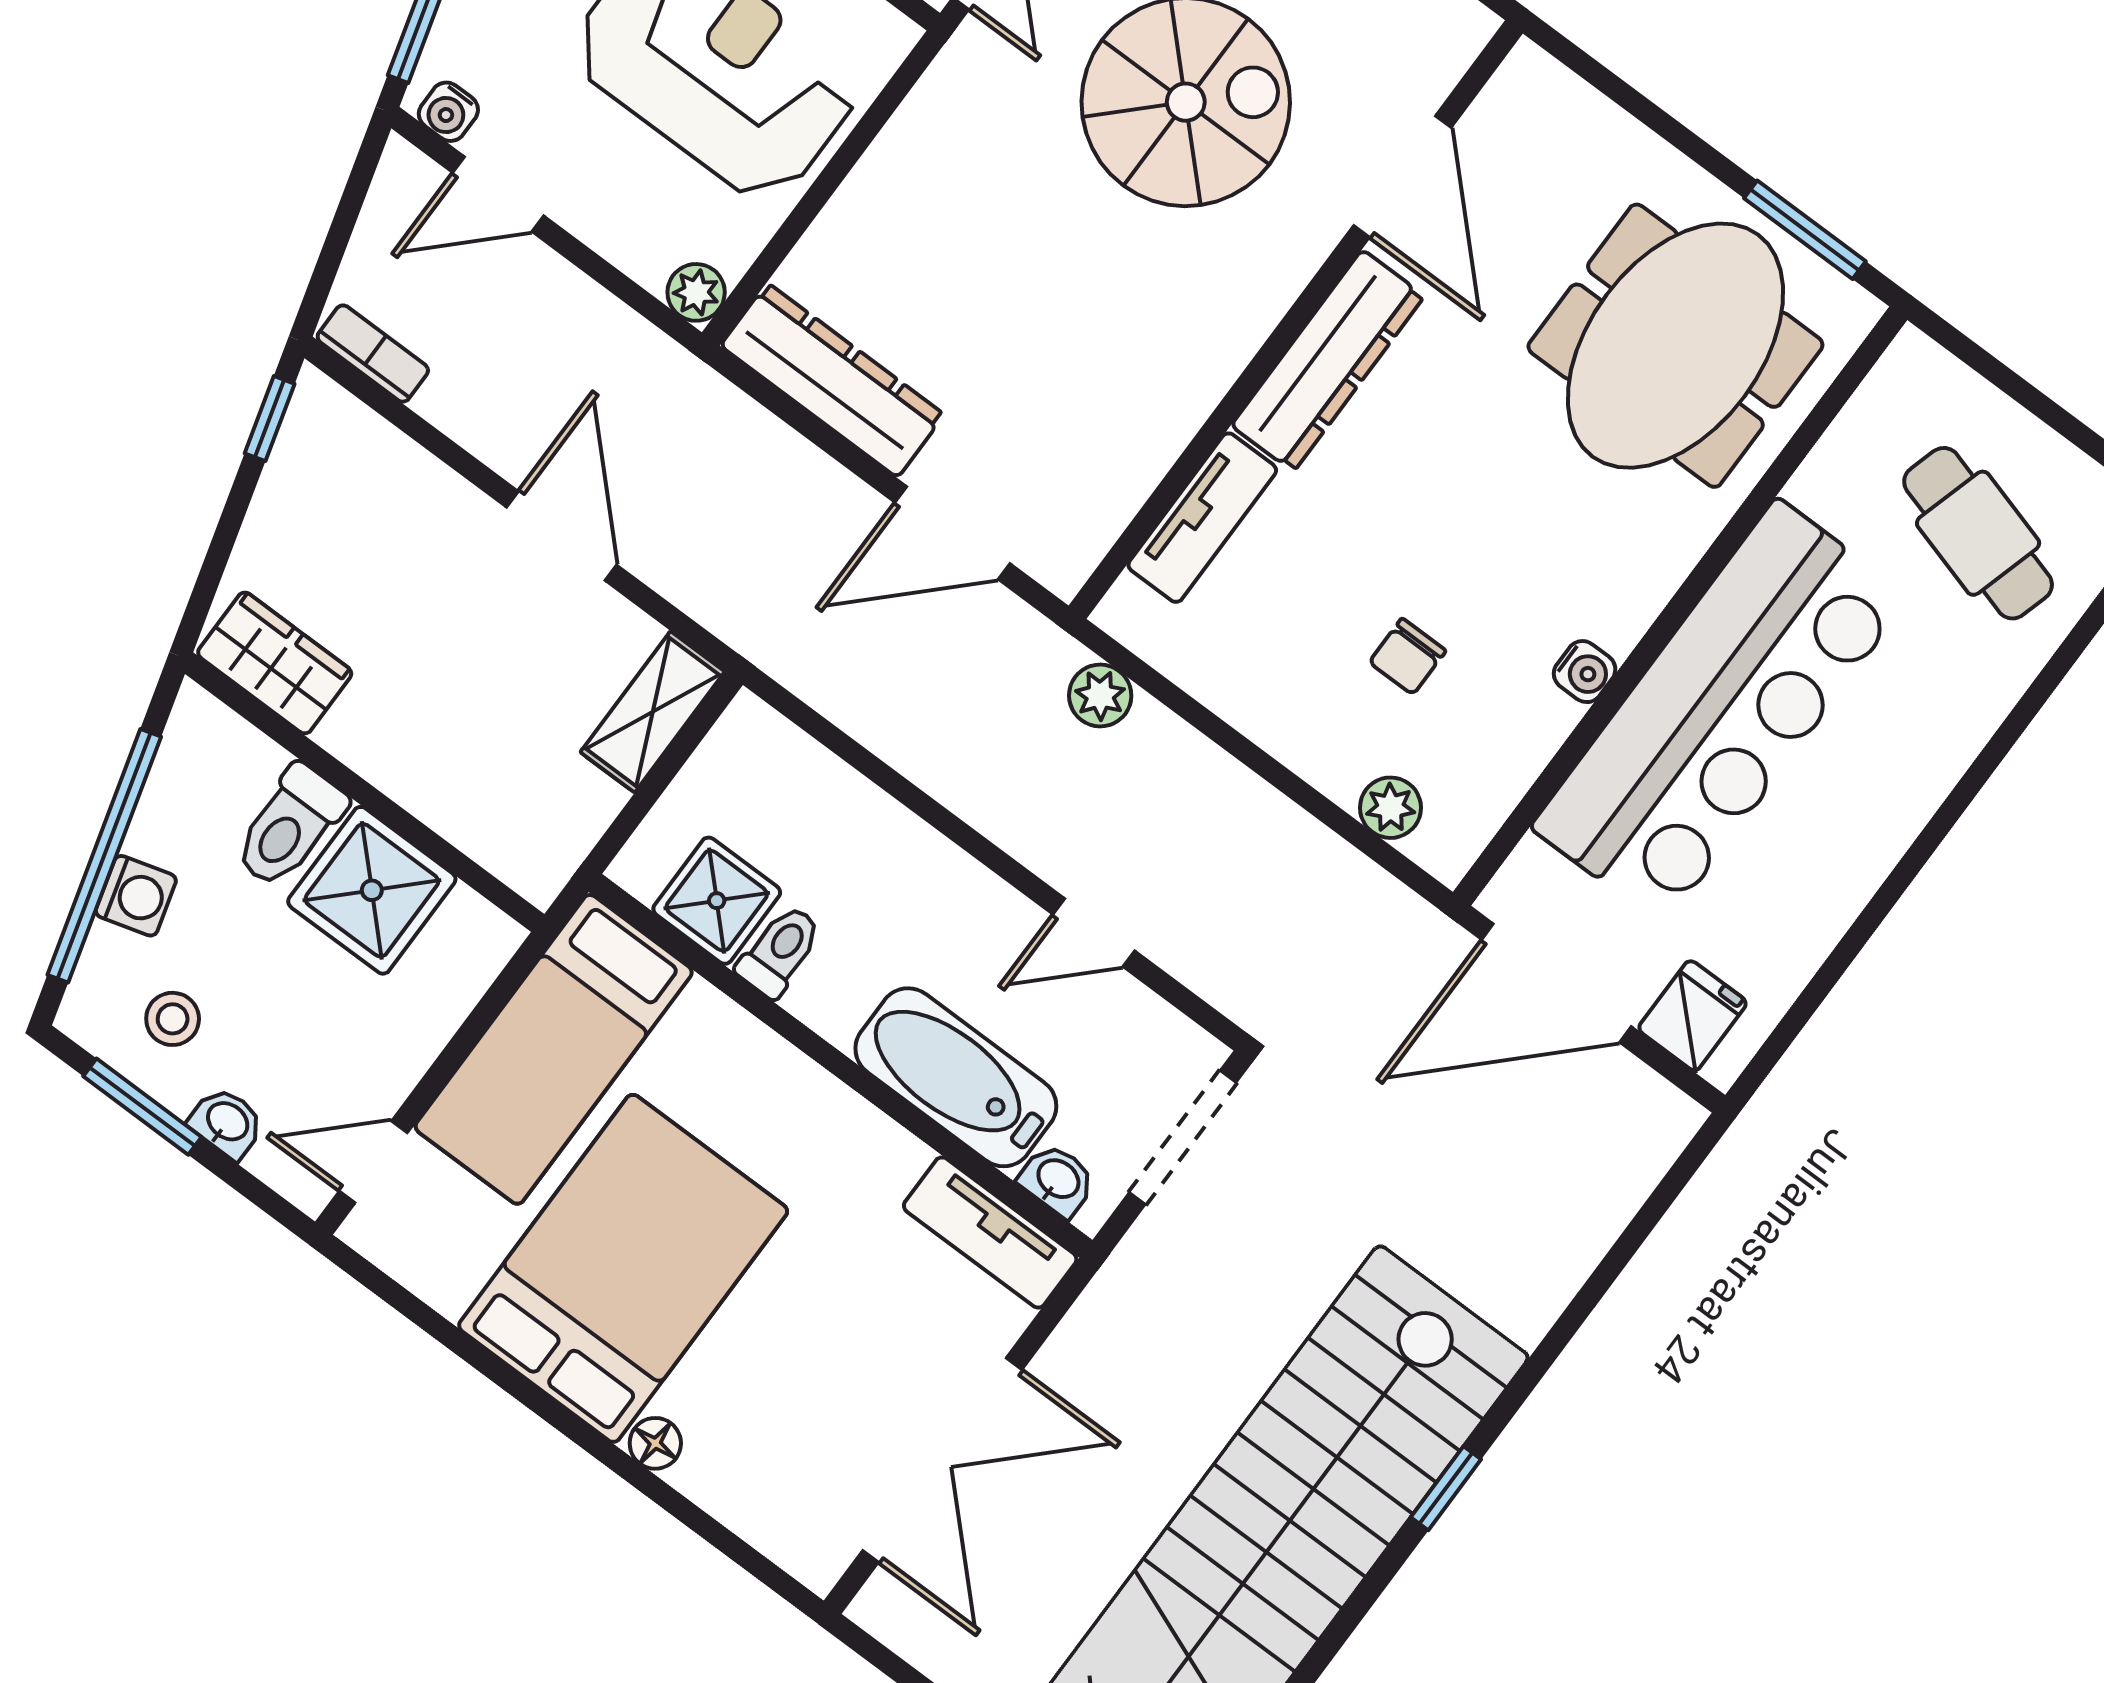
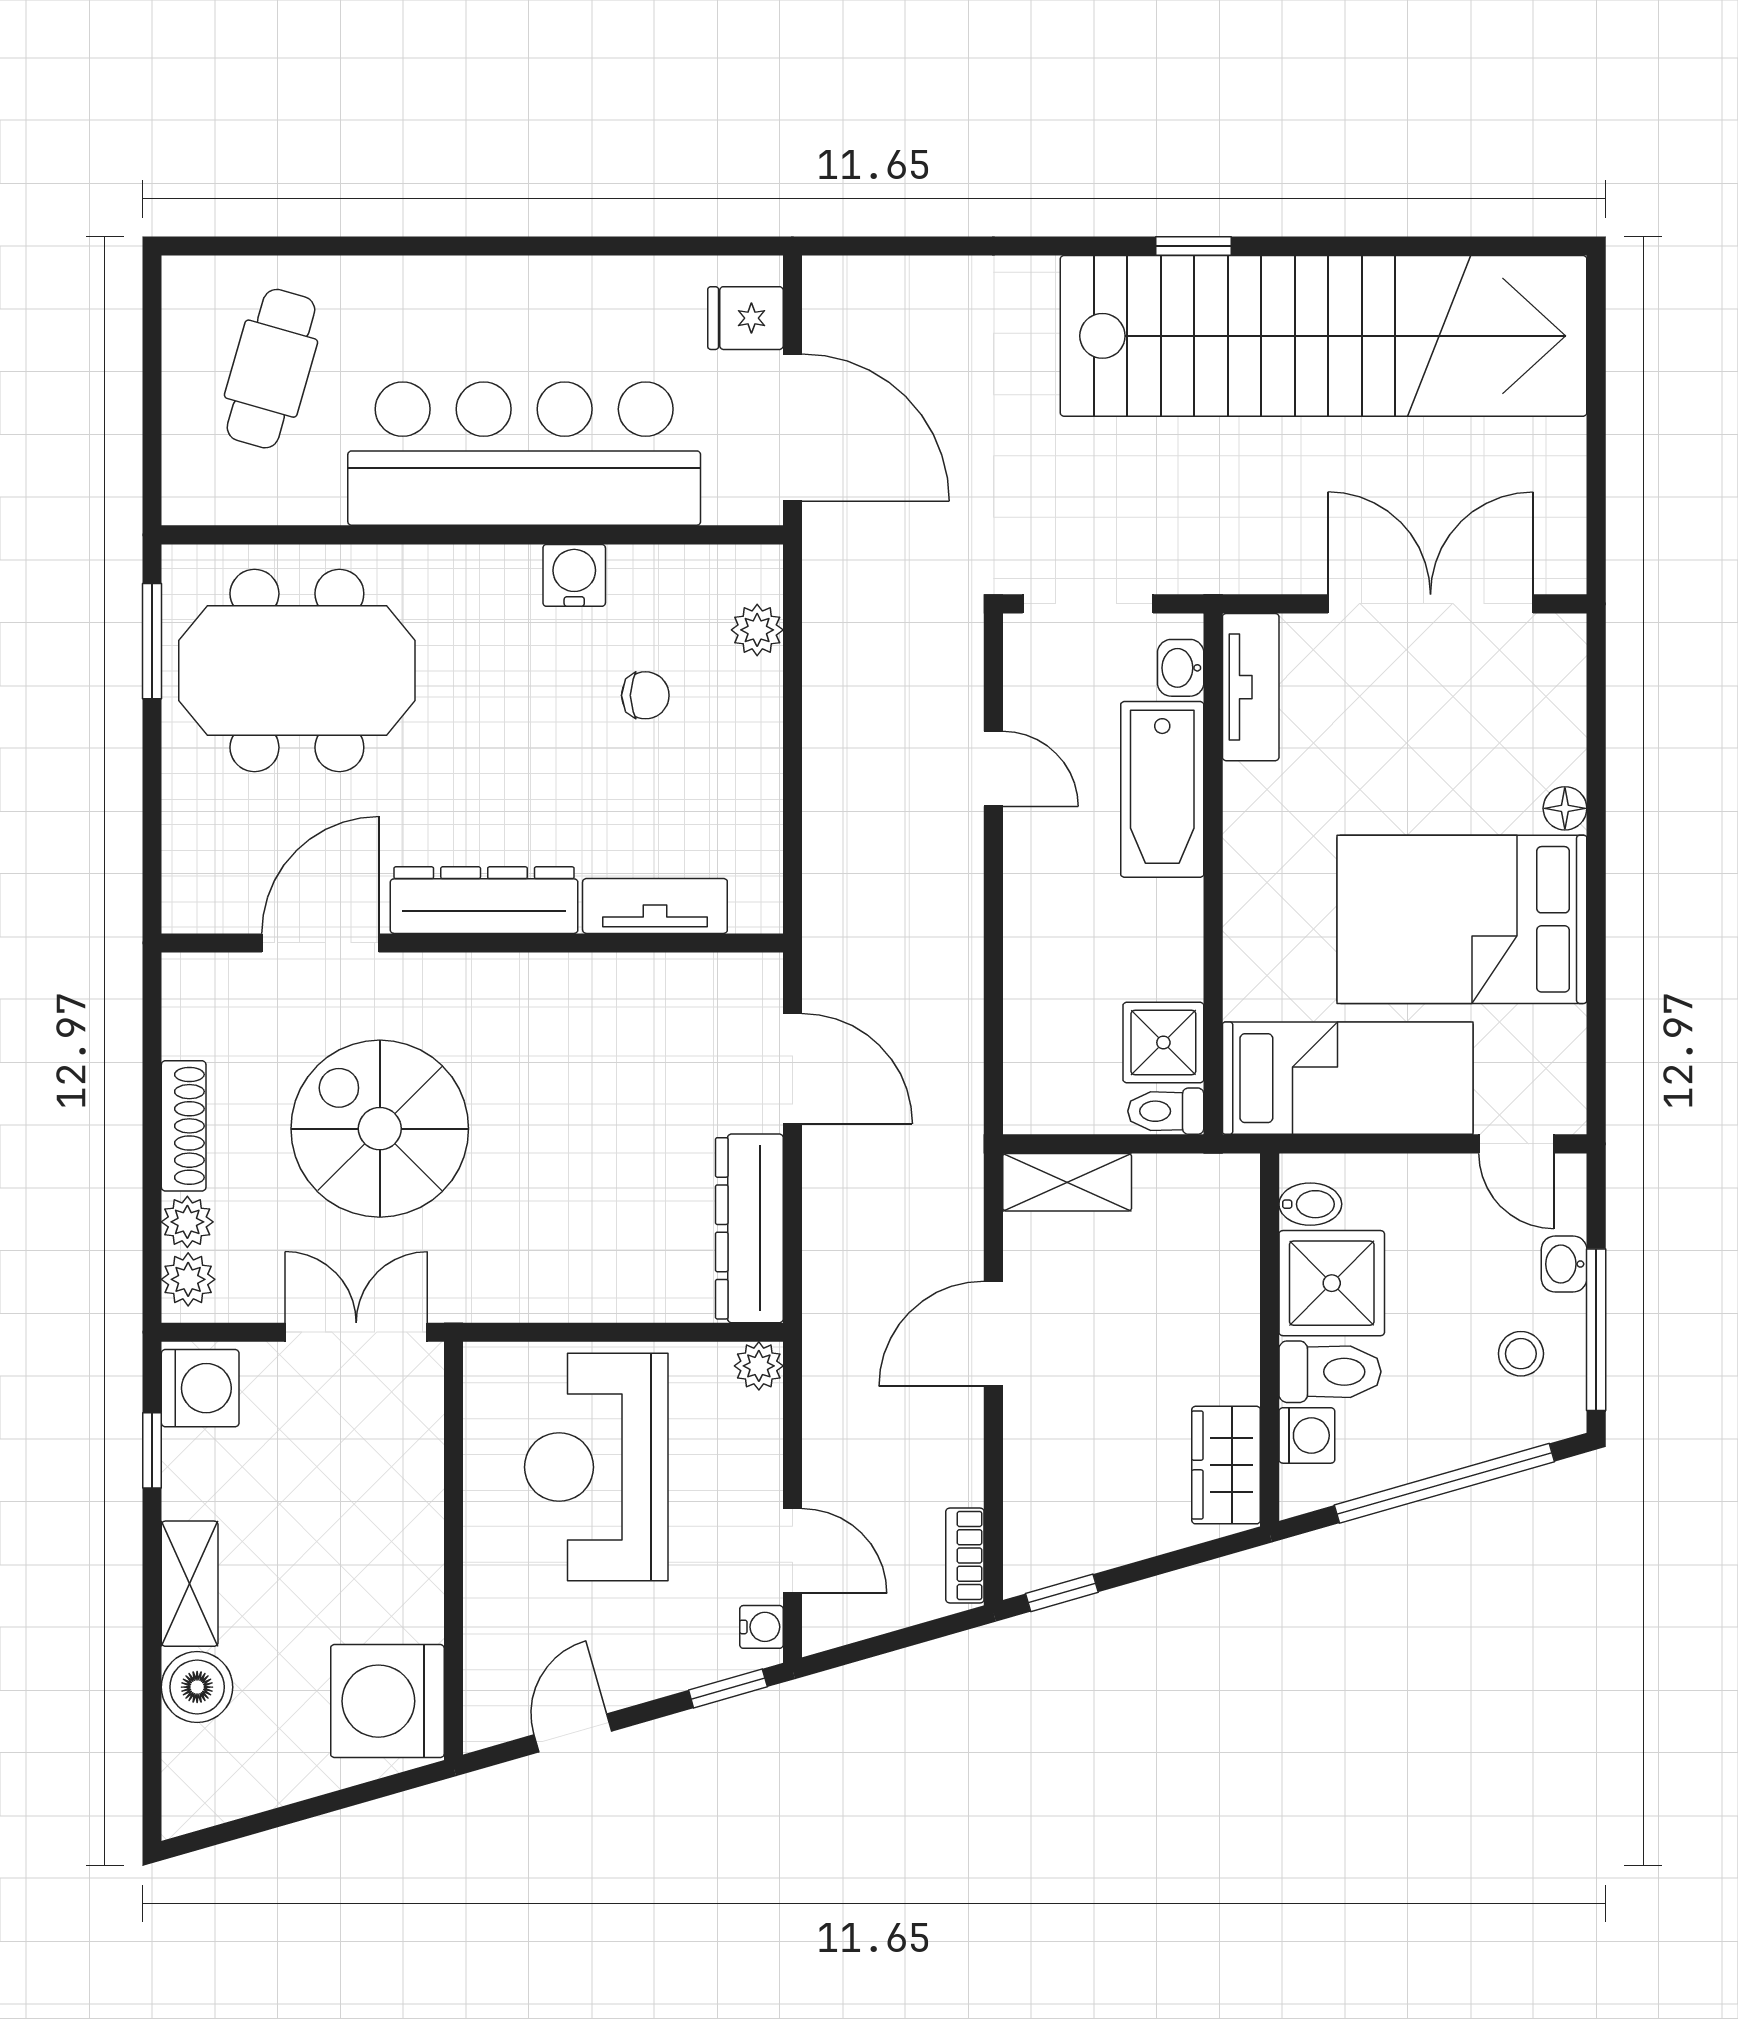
water cooler: (1585, 672) -> (574, 575), width x1.38, depth x1.38
plant: (1100, 695) -> (828, 885), removed
washing machine: (136, 896) -> (1307, 1435), moved, turned 106
bidet: (461, 926) -> (1310, 1204), added
toilet: (780, 951) -> (1166, 1111), moved
window: (142, 1107) -> (1596, 1330), width x1.44

